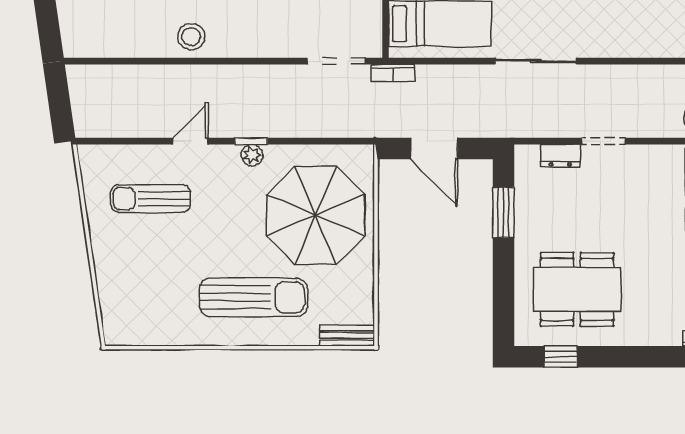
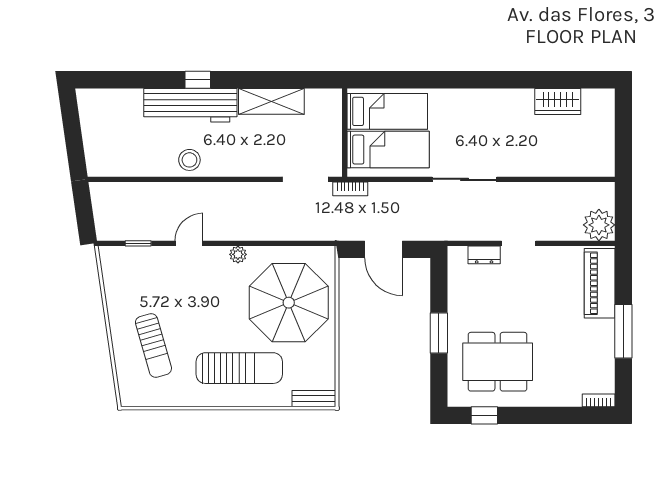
window: (251, 141) -> (138, 243), moved
sun lounger: (151, 199) -> (153, 346), moved, turned -106
window: (503, 213) -> (439, 333), moved

